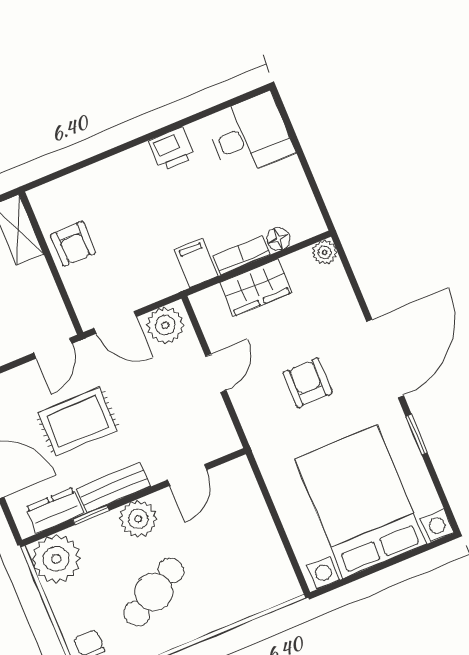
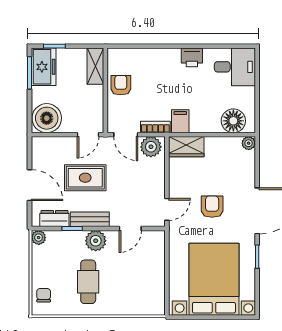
floor lamp: (278, 239) -> (233, 121), width x1.89, depth x1.89
armchair: (73, 244) -> (121, 85), turned 180
bookcase: (241, 255) -> (155, 127), moved
wardrobe: (256, 288) -> (186, 147), moved
door: (216, 373) -> (167, 209), moved
plant: (56, 559) -> (39, 238), width x0.53, depth x0.53
cafe table: (154, 592) -> (88, 282), turned -61

